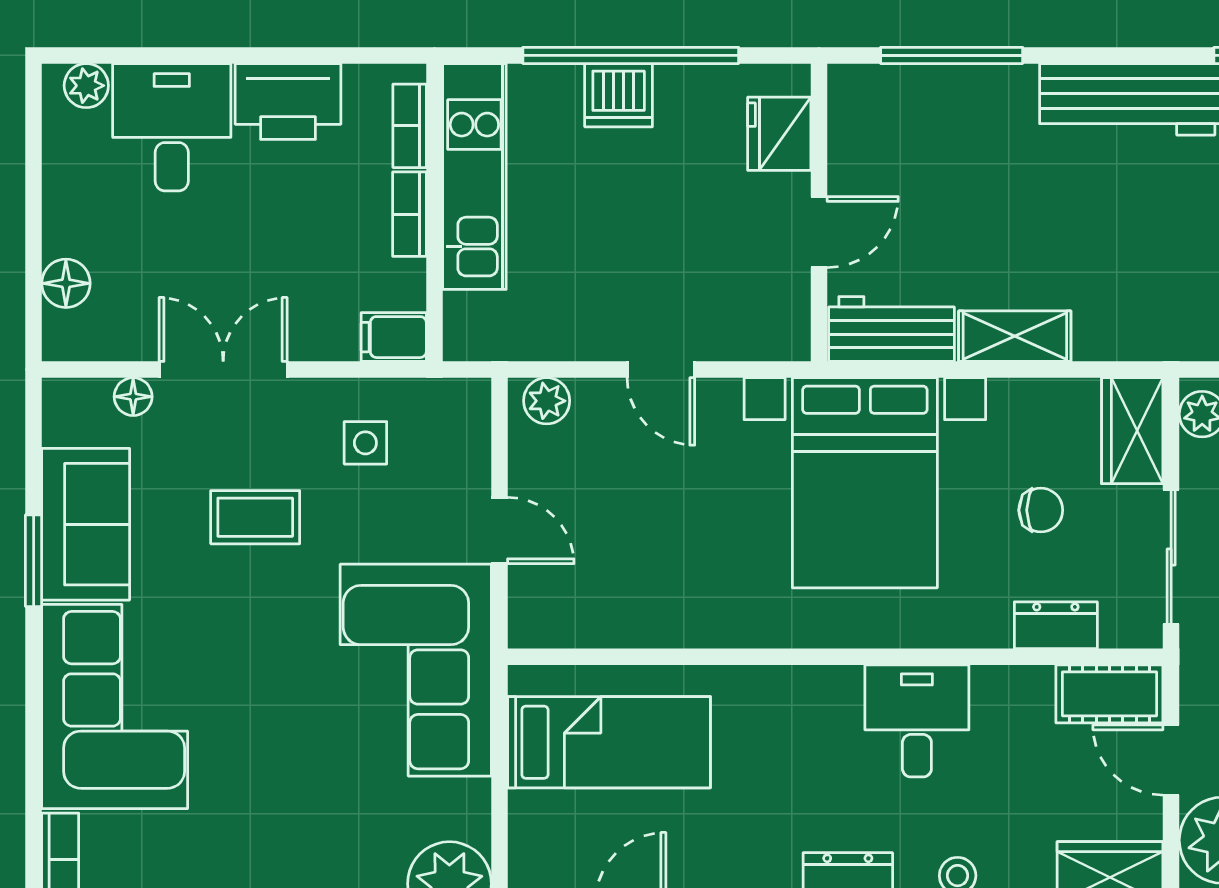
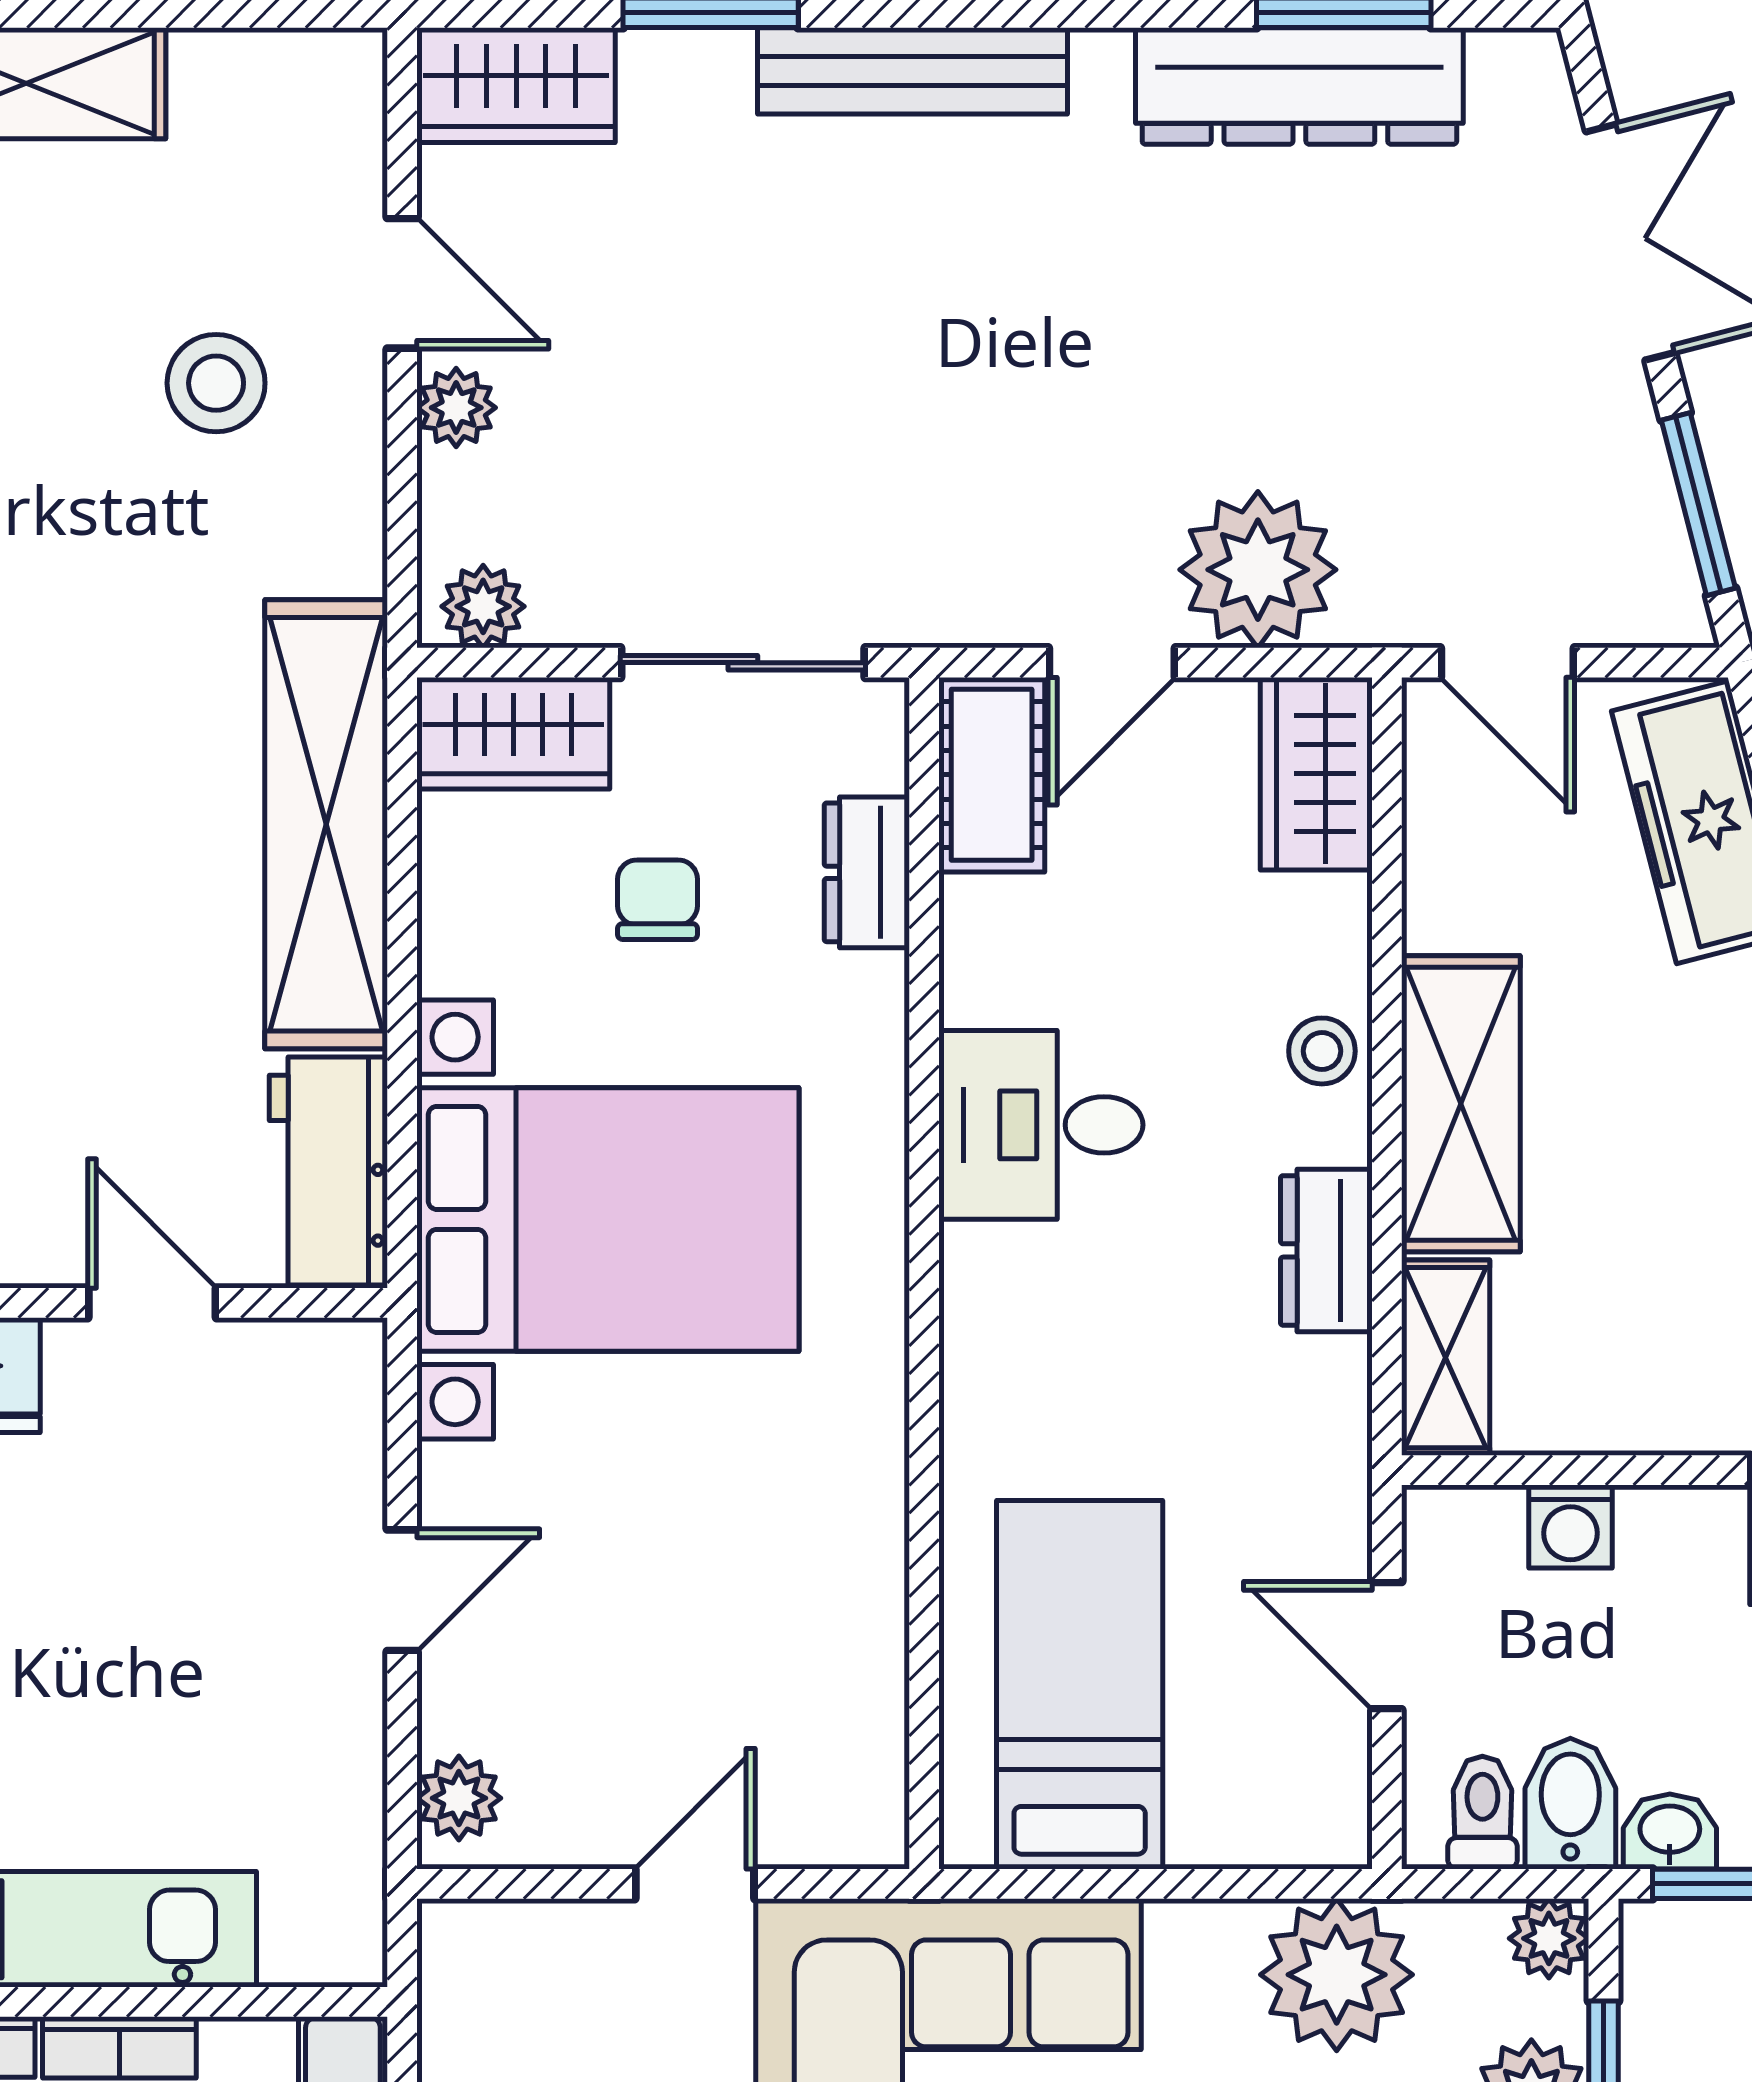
shelving: (1015, 336) -> (326, 824), width x2.20, depth x1.33

